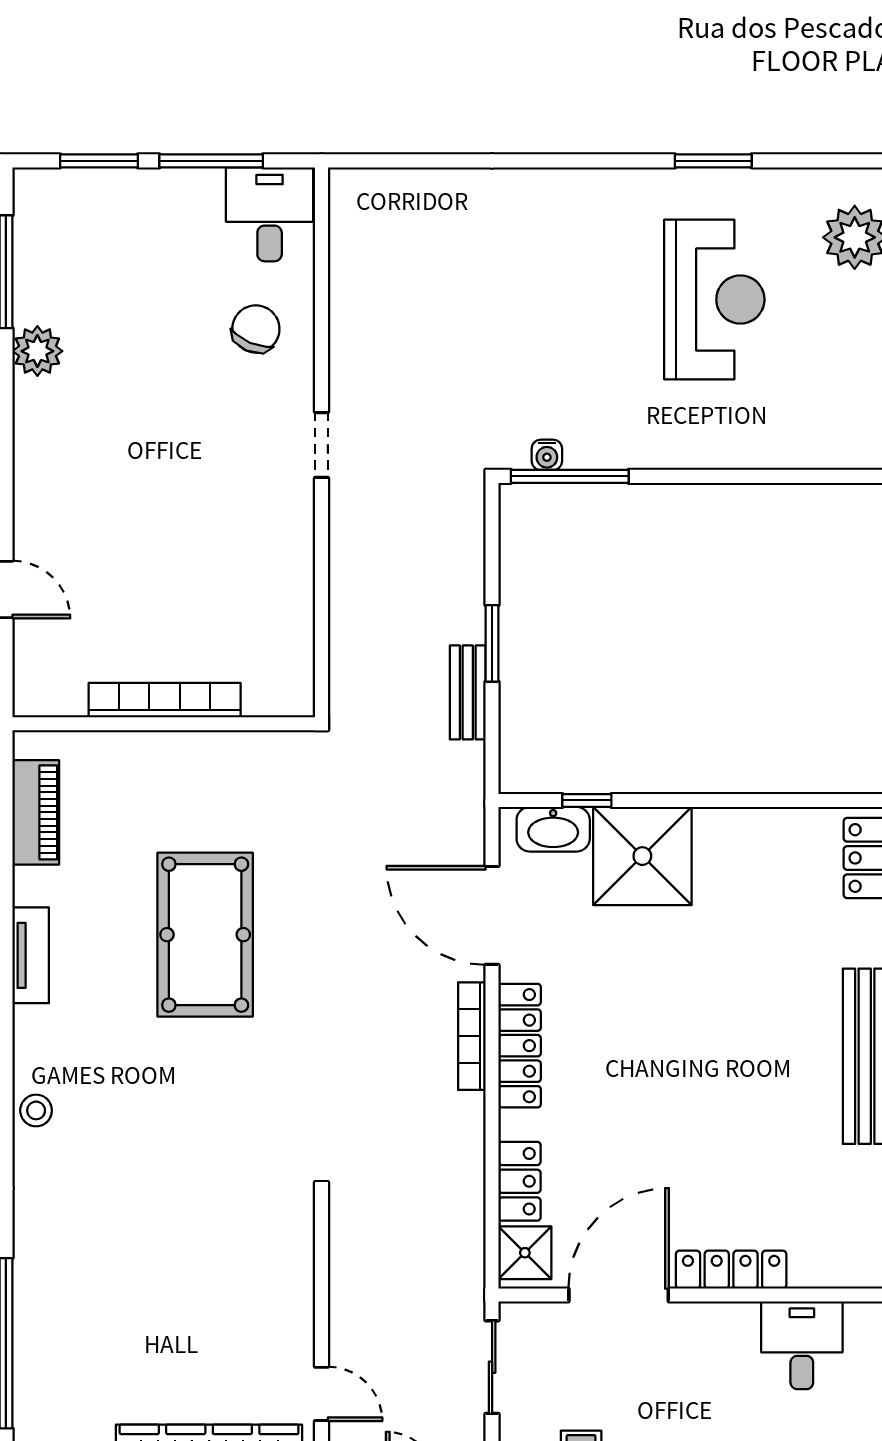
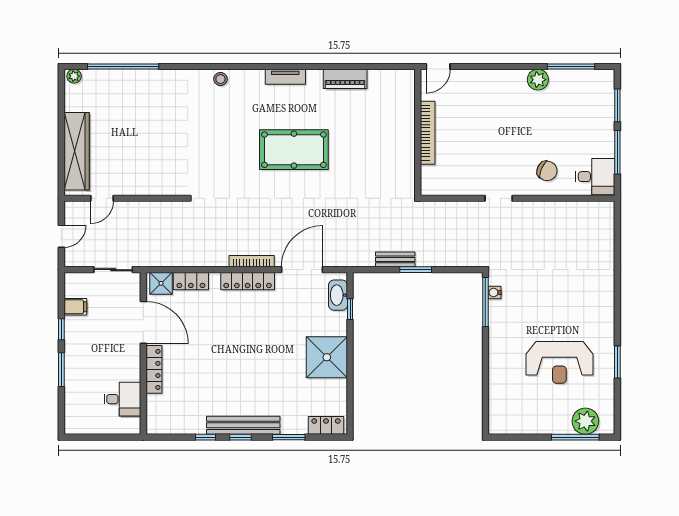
bookcase: (165, 700) -> (428, 133), moved
wall: (164, 724) -> (418, 132), moved
shower: (642, 856) -> (327, 357), moved

